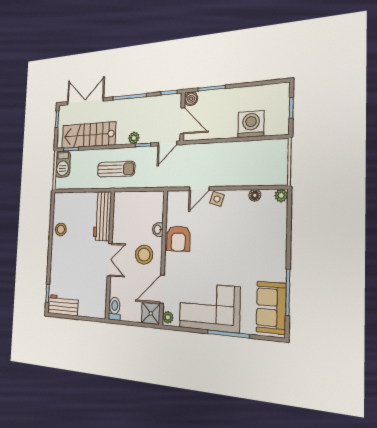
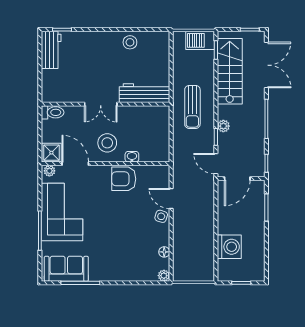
boiler: (191, 99) -> (258, 187), removed

